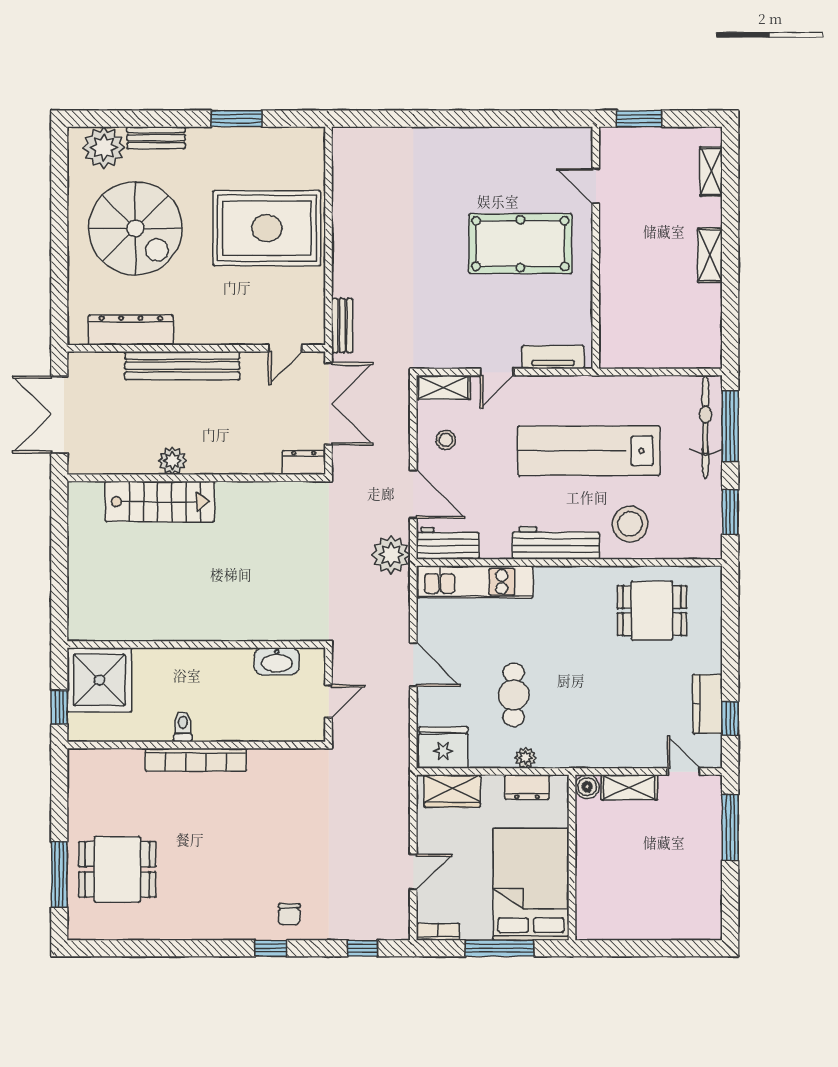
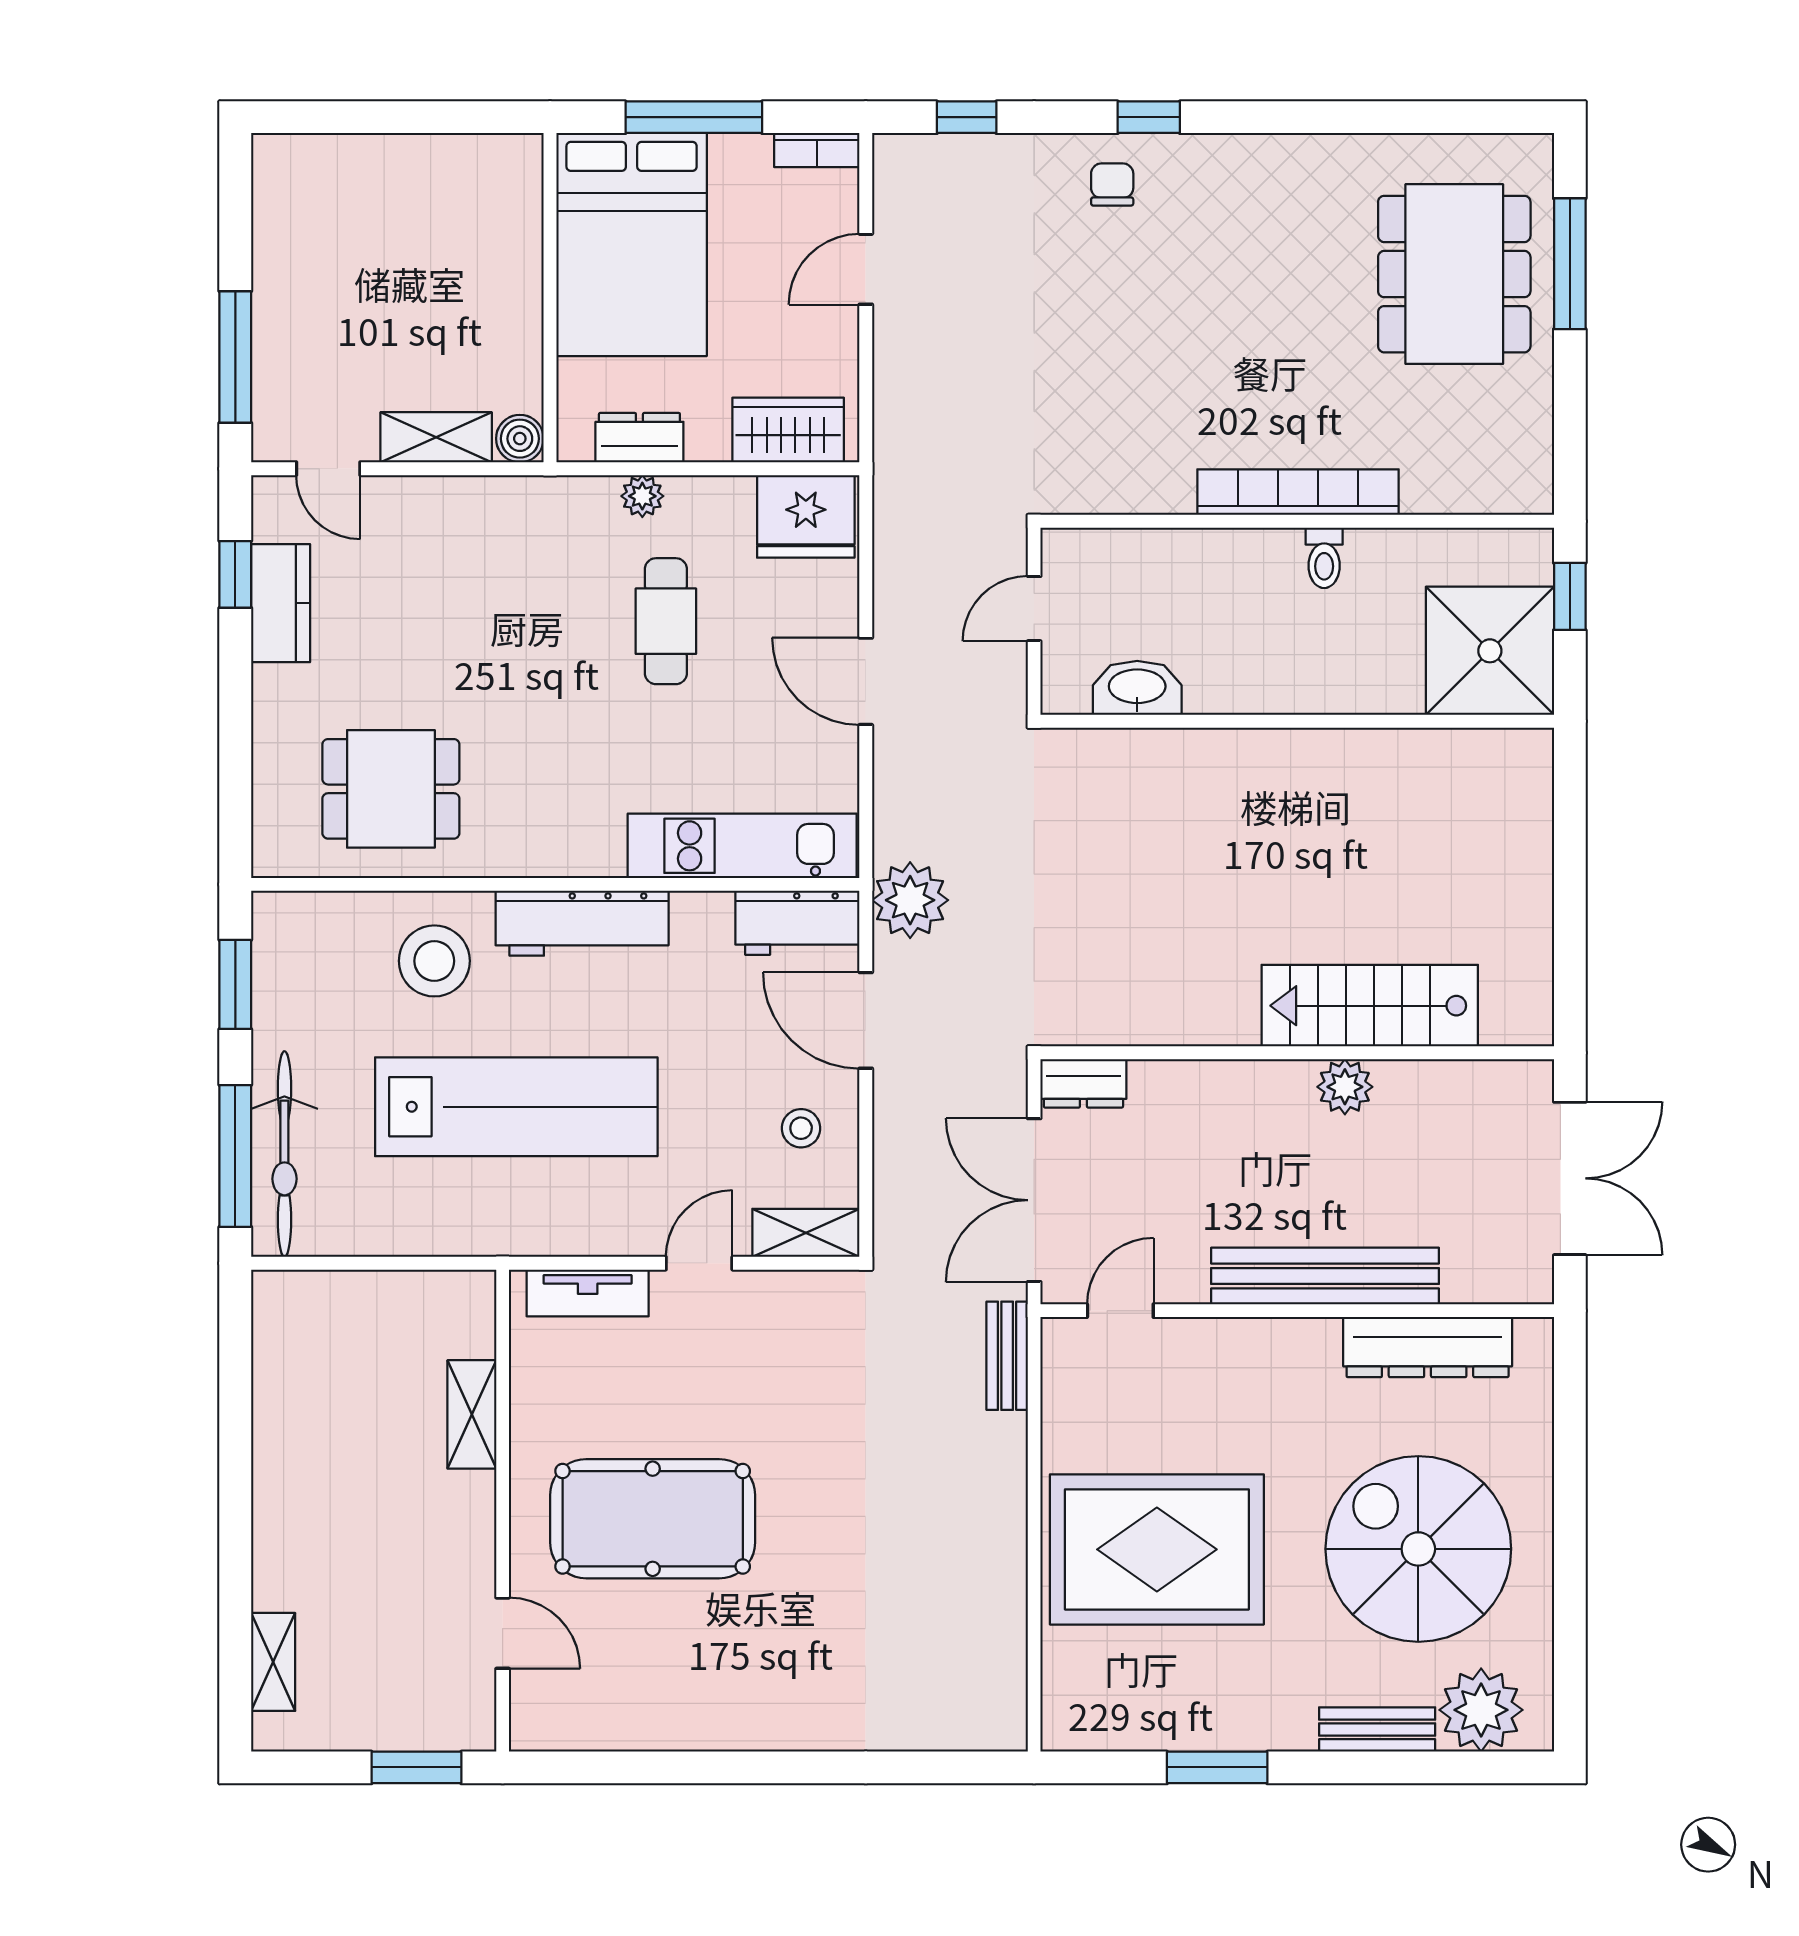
shelving: (710, 255) -> (472, 1414), moved
dining table: (117, 869) -> (1454, 274), width x1.38

